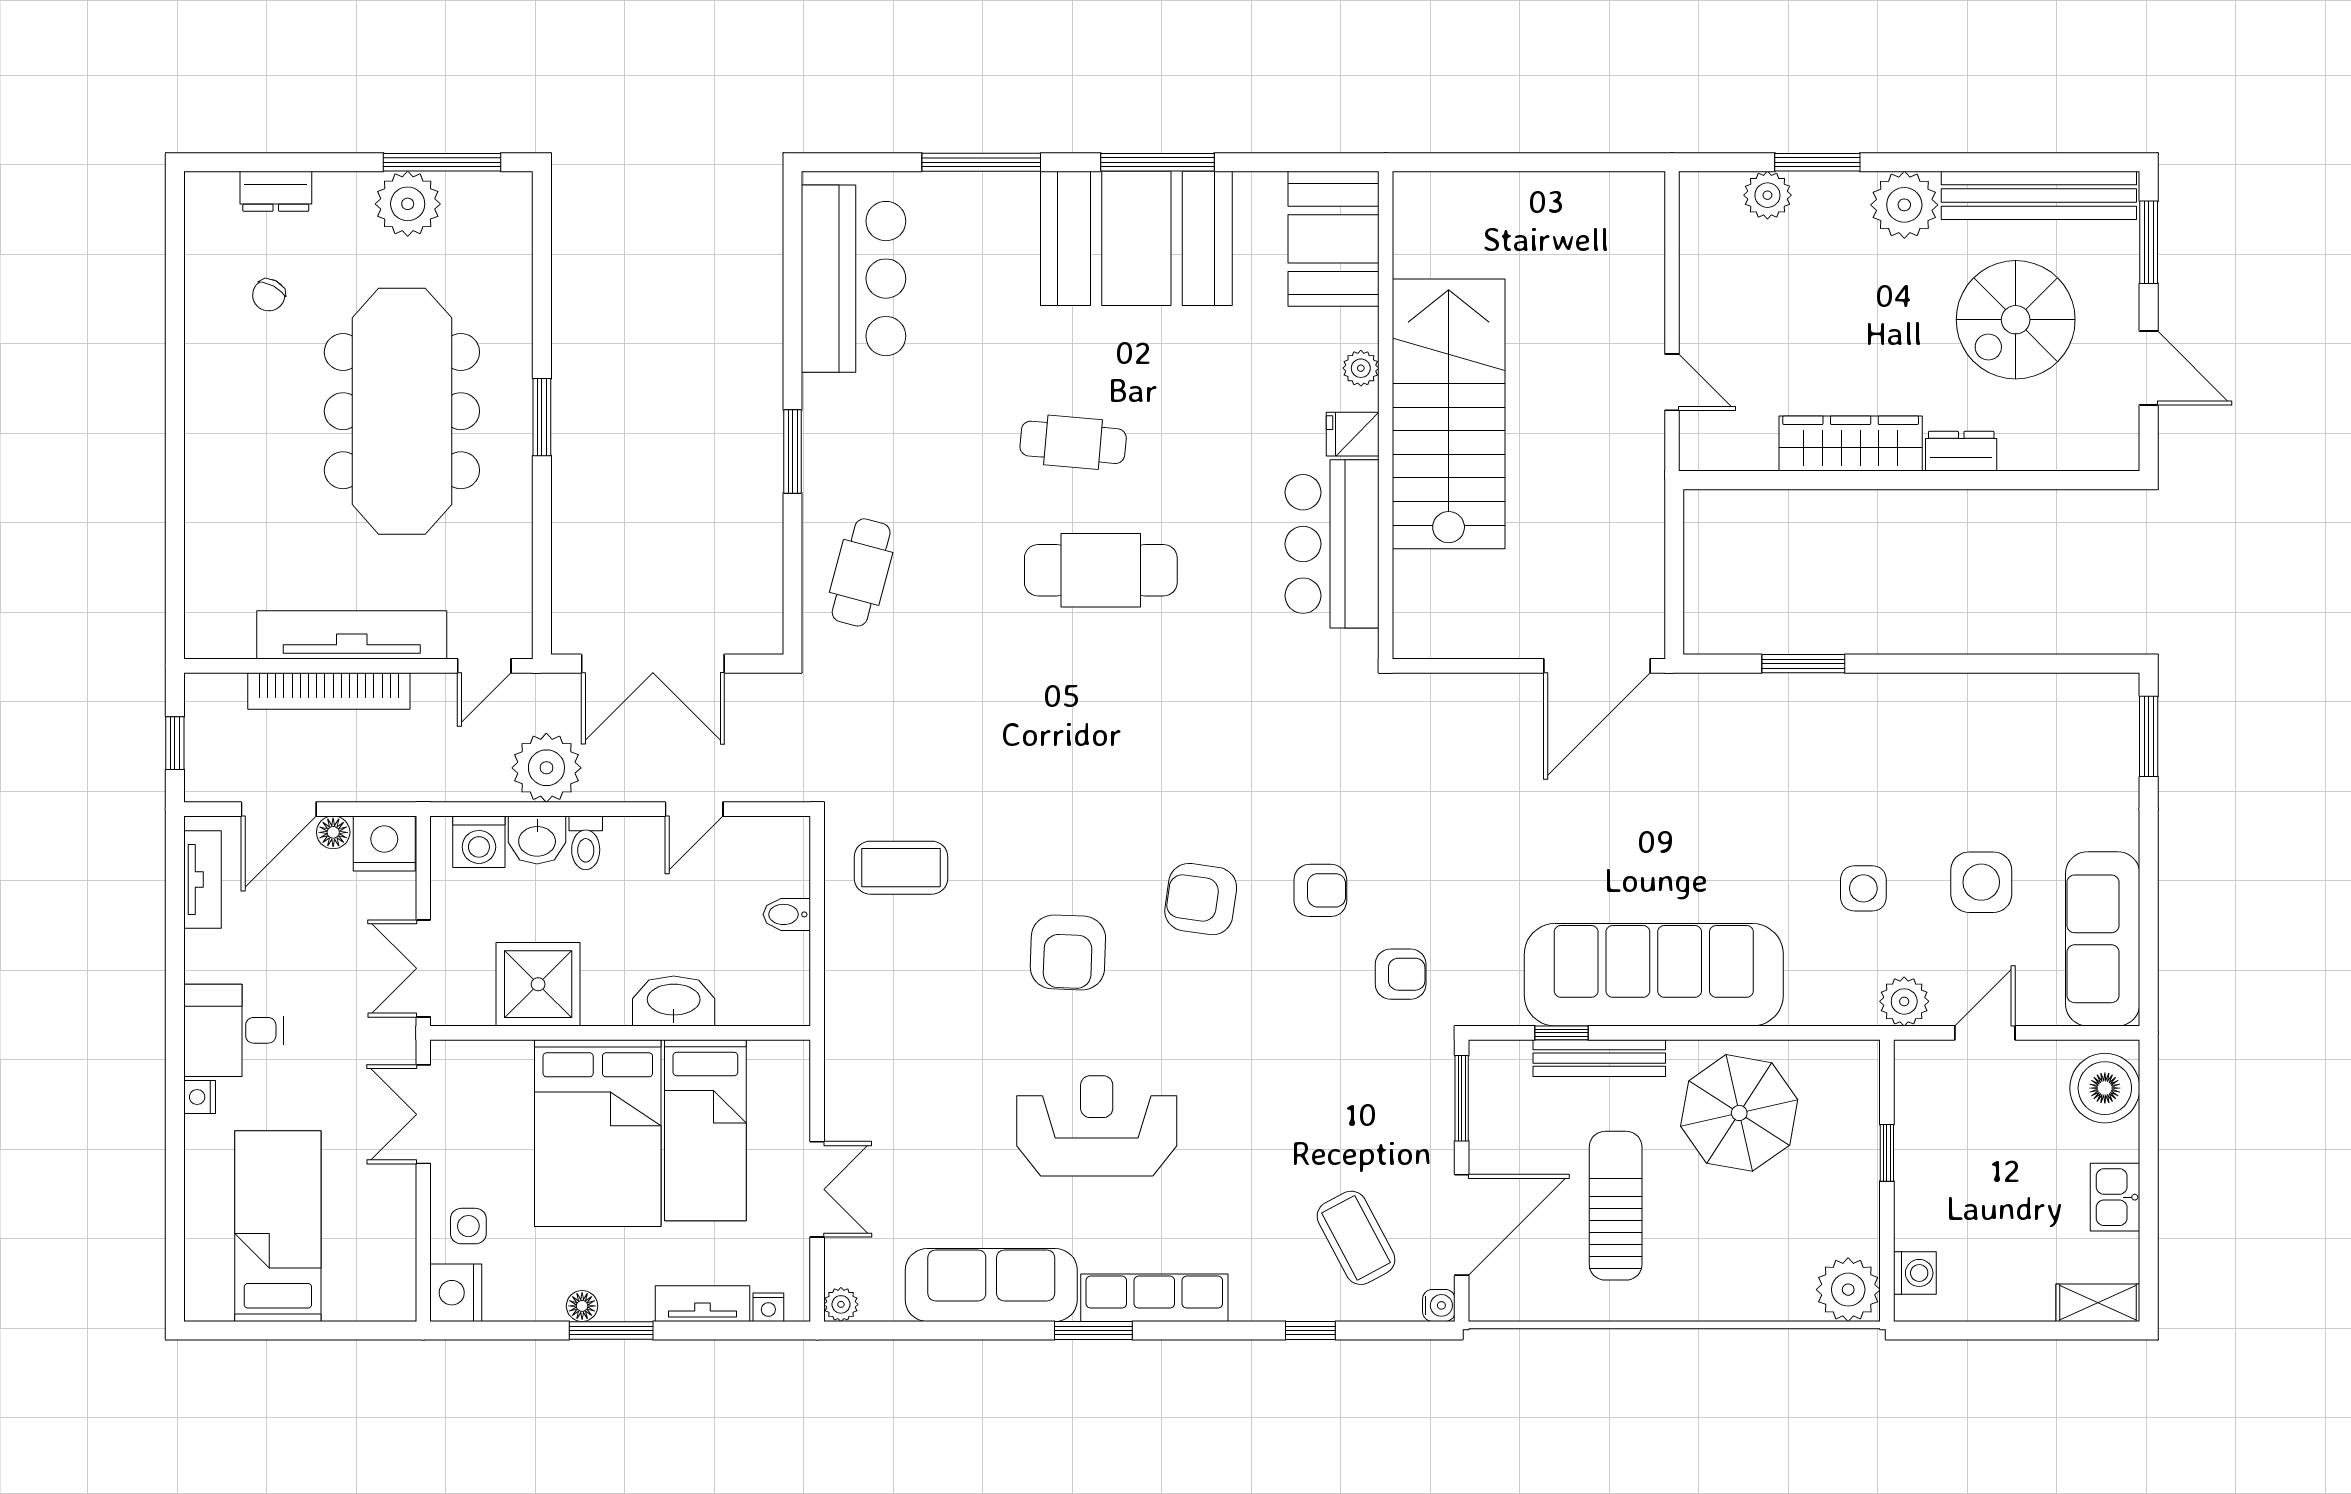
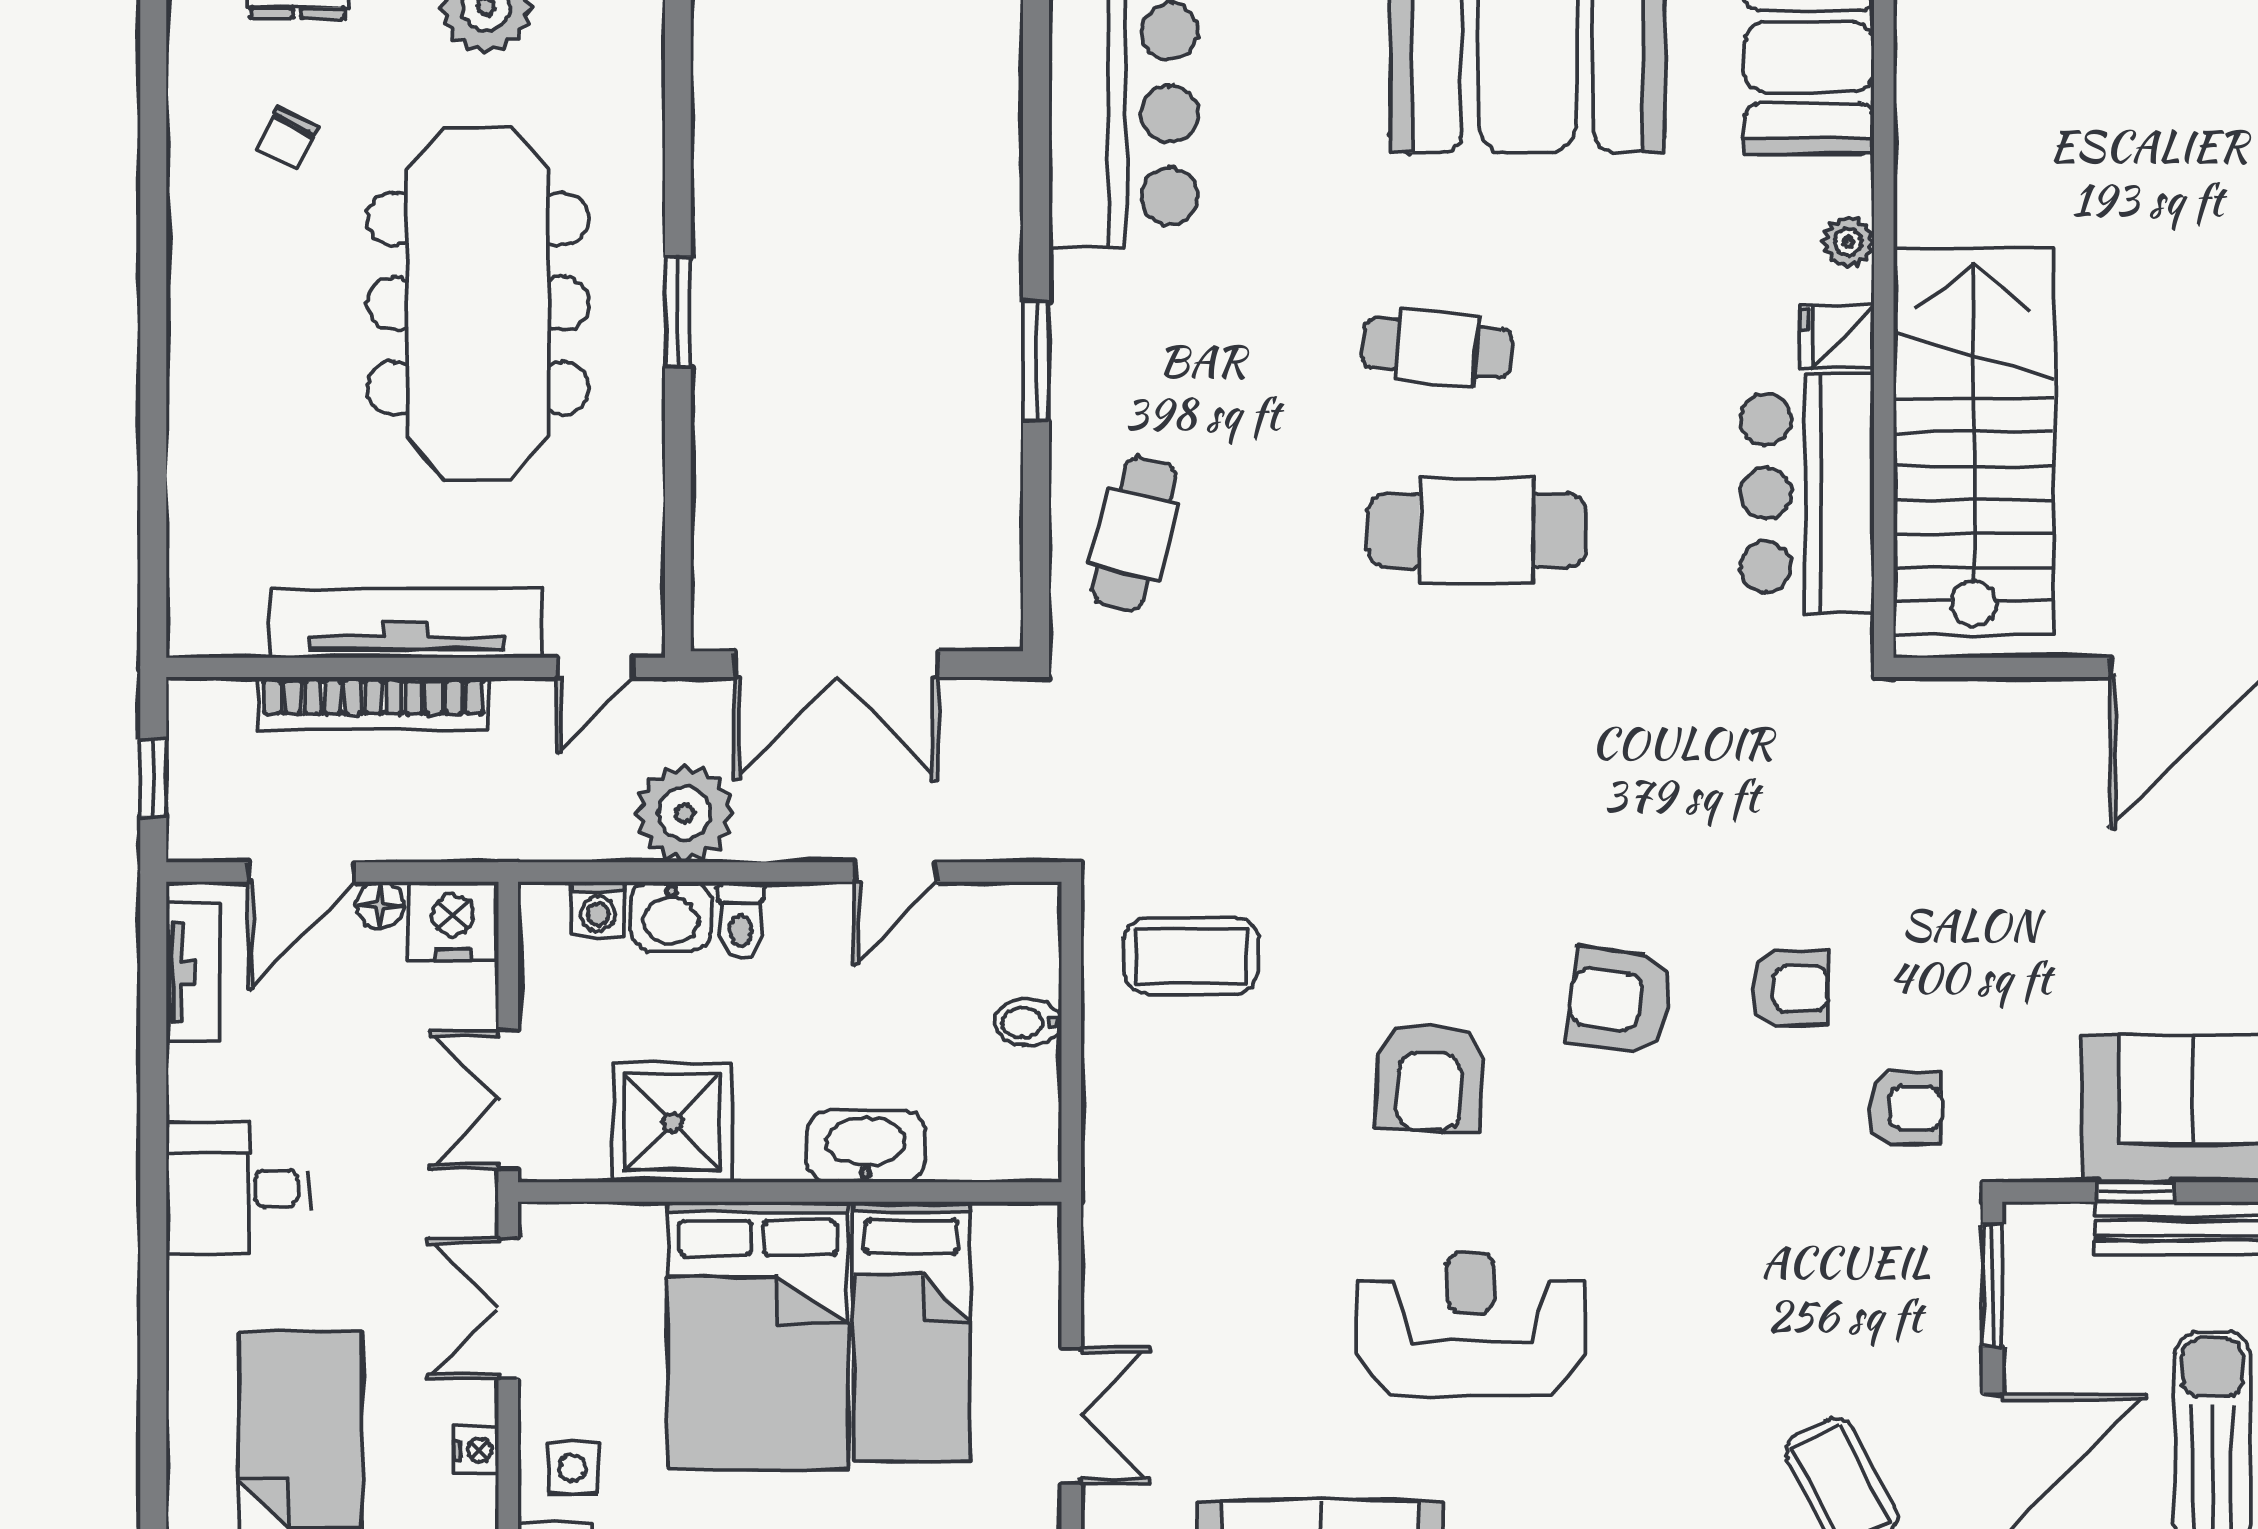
stairs: (1449, 414) -> (1974, 442), moved
washing machine: (479, 842) -> (598, 909), width x0.73, depth x0.73
nightstand: (200, 1097) -> (476, 1450), moved, turned 180

